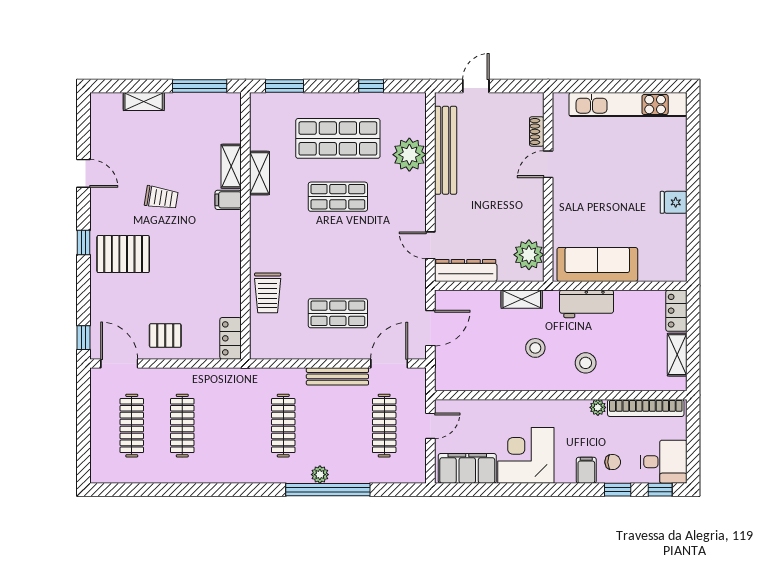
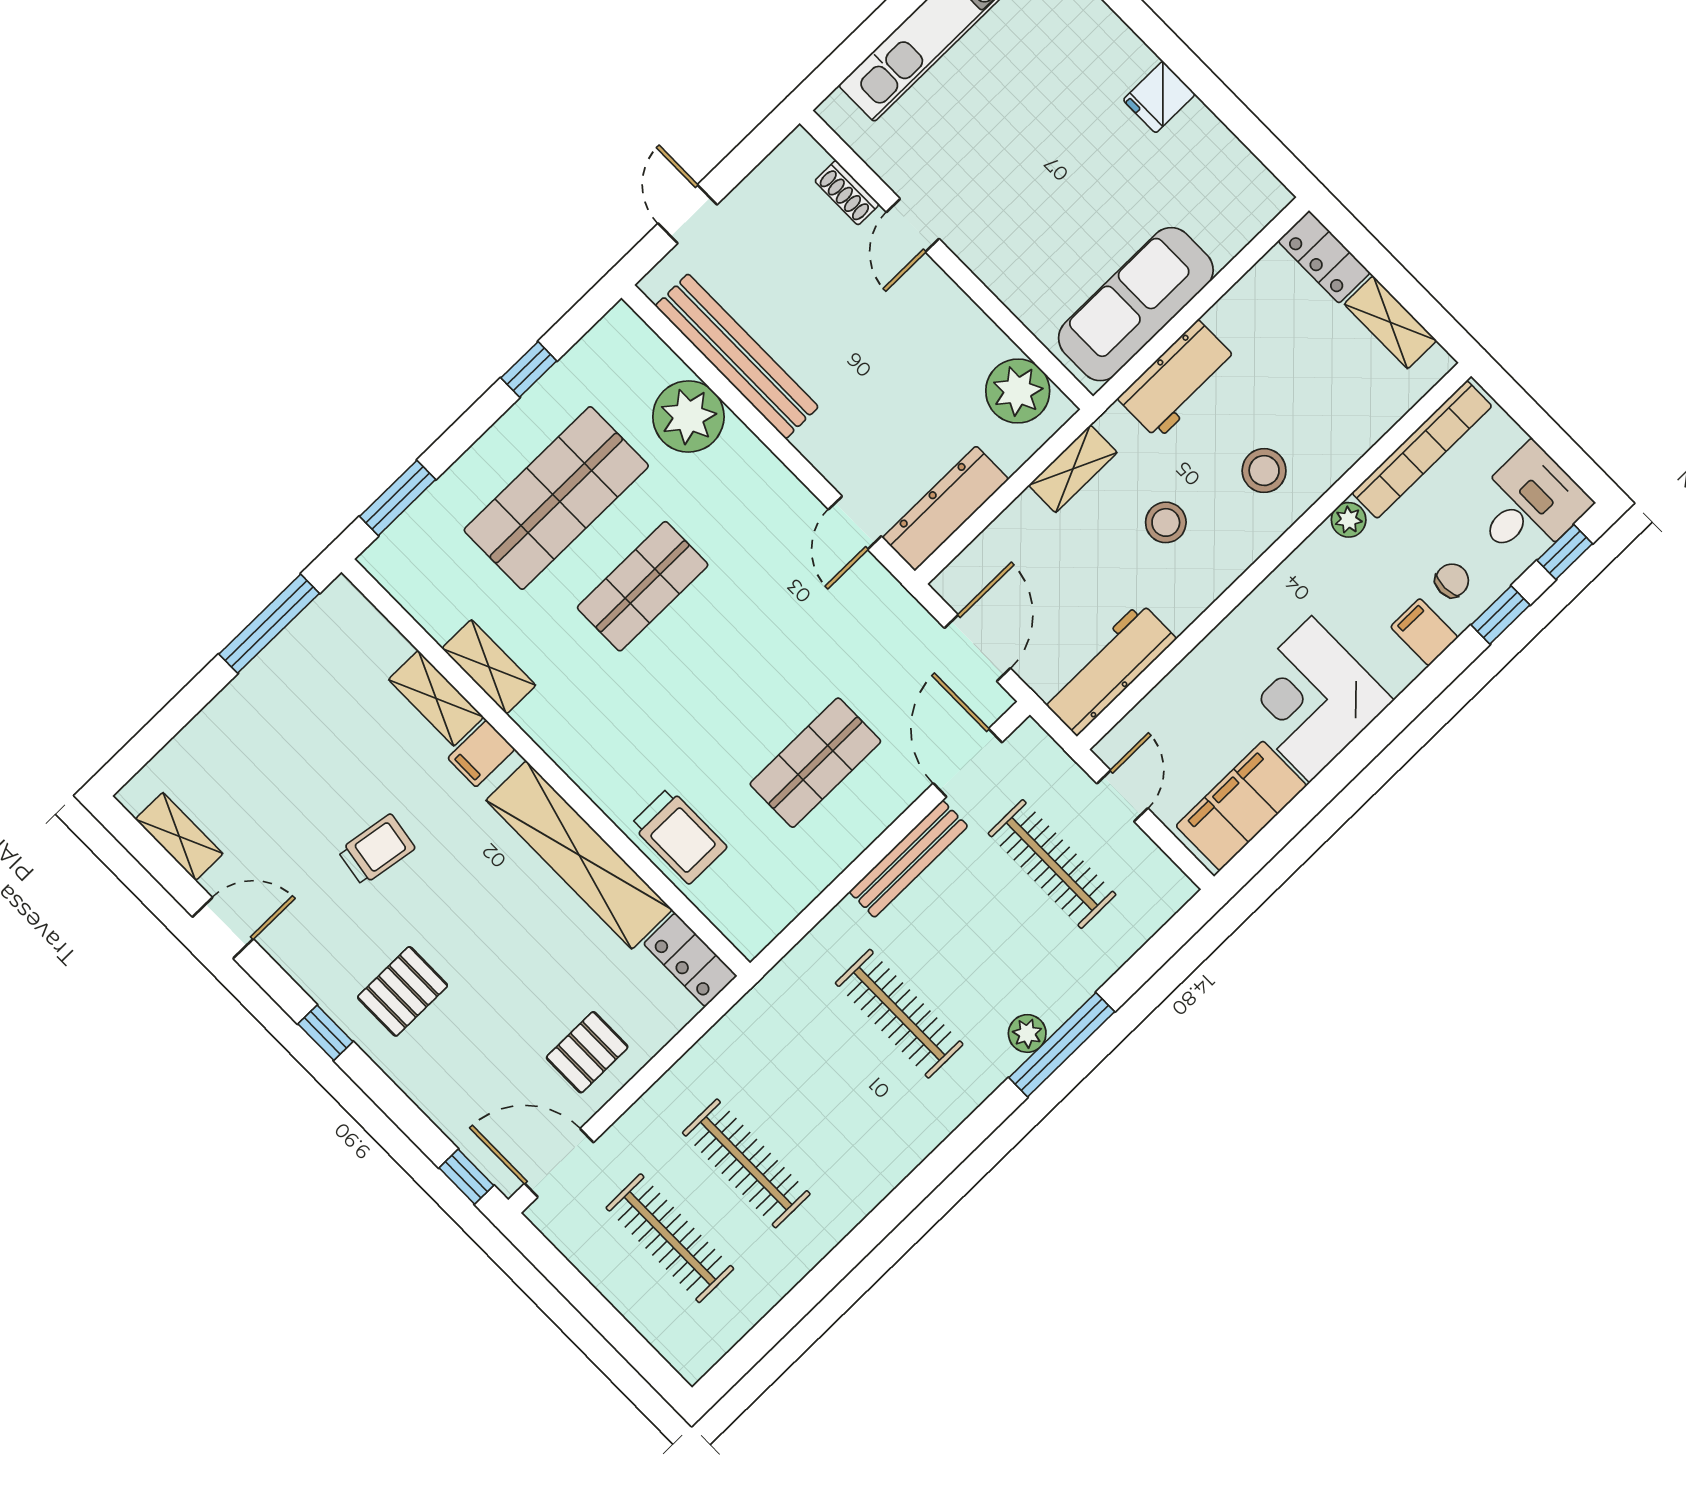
shelving: (144, 102) -> (179, 836), moved, turned 90
door: (430, 245) -> (855, 523), hinge flipped
pallet: (123, 254) -> (403, 991), width x0.67, depth x0.71
shelving: (228, 266) -> (579, 855), added
workbench: (468, 378) -> (1109, 669), added
window: (328, 490) -> (1062, 1045), width x0.68

